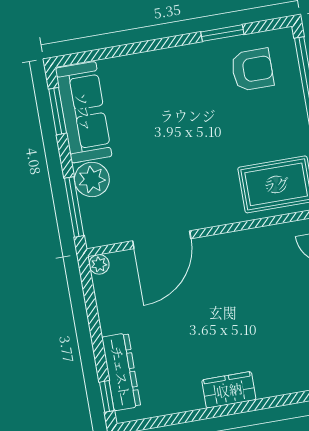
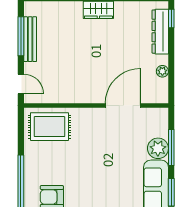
window: (74, 207) -> (171, 148), moved
plant: (99, 264) -> (162, 71), moved

